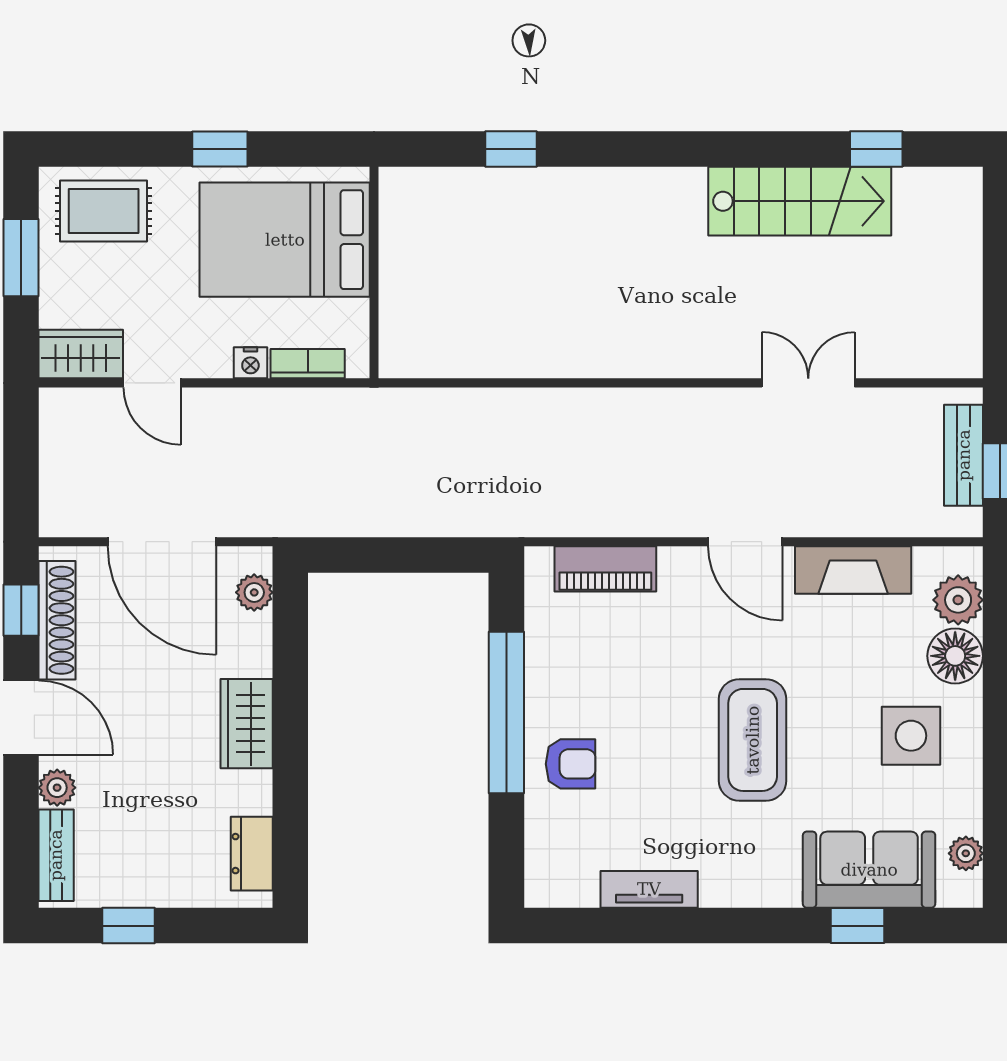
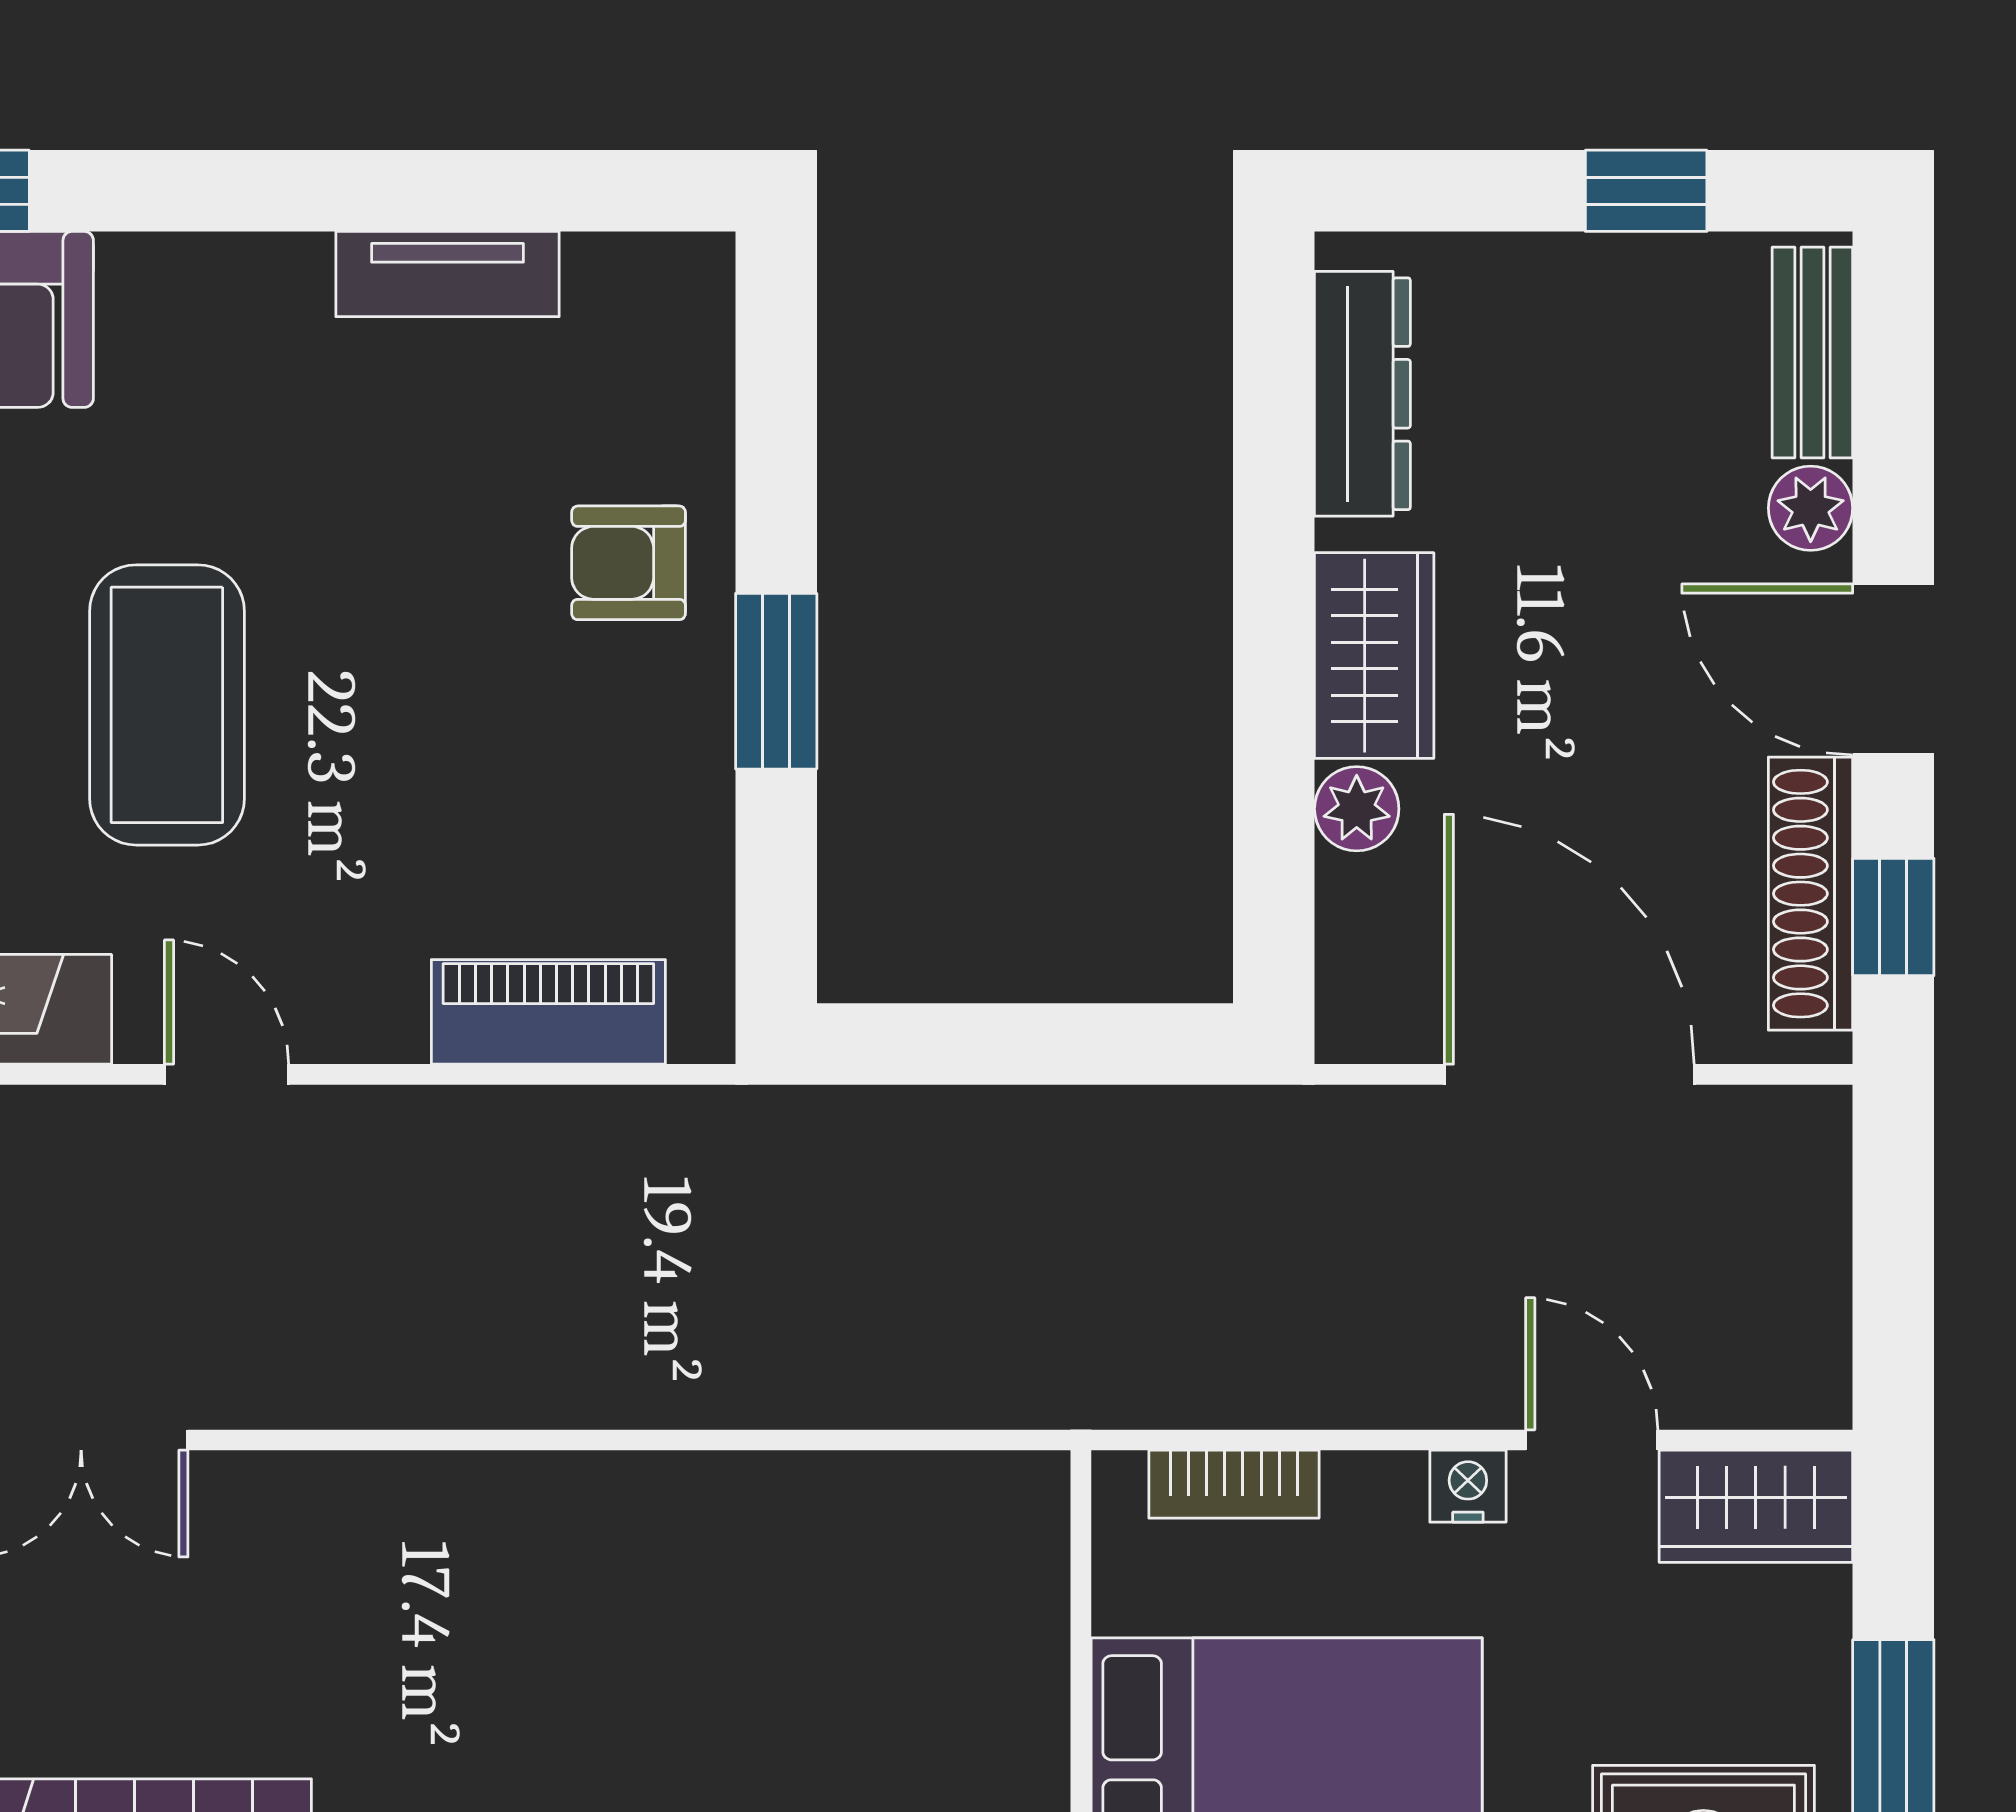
nightstand: (250, 363) -> (1468, 1486), moved
door: (745, 542) -> (227, 1074), width x0.73
plant: (254, 592) -> (1357, 809), moved
window: (506, 713) -> (776, 681), width x0.47
coffee table: (753, 740) -> (167, 705), moved
dresser: (252, 854) -> (1362, 394), width x1.44

